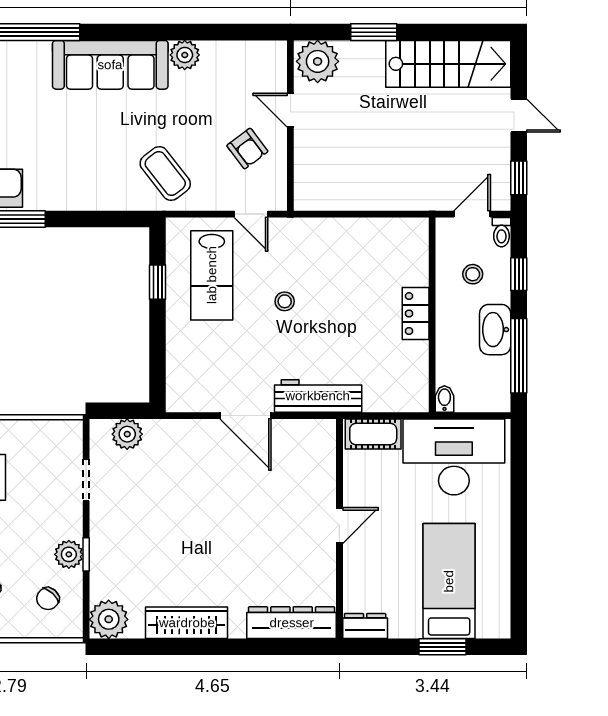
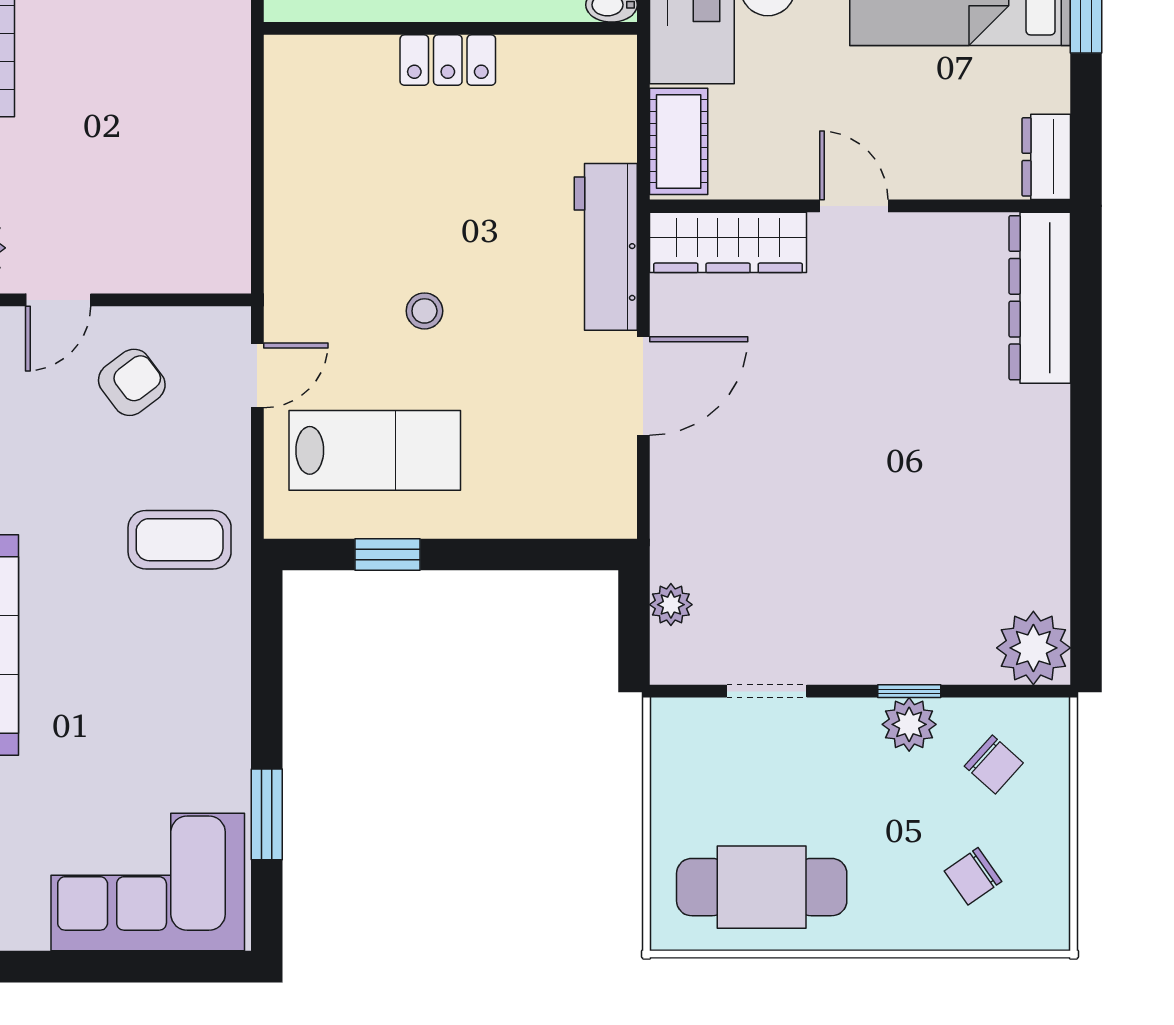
coffee table: (165, 173) -> (180, 540), turned 38
plant: (127, 434) -> (671, 605), width x0.73, depth x0.73
wardrobe: (187, 623) -> (728, 242), moved, turned -90

